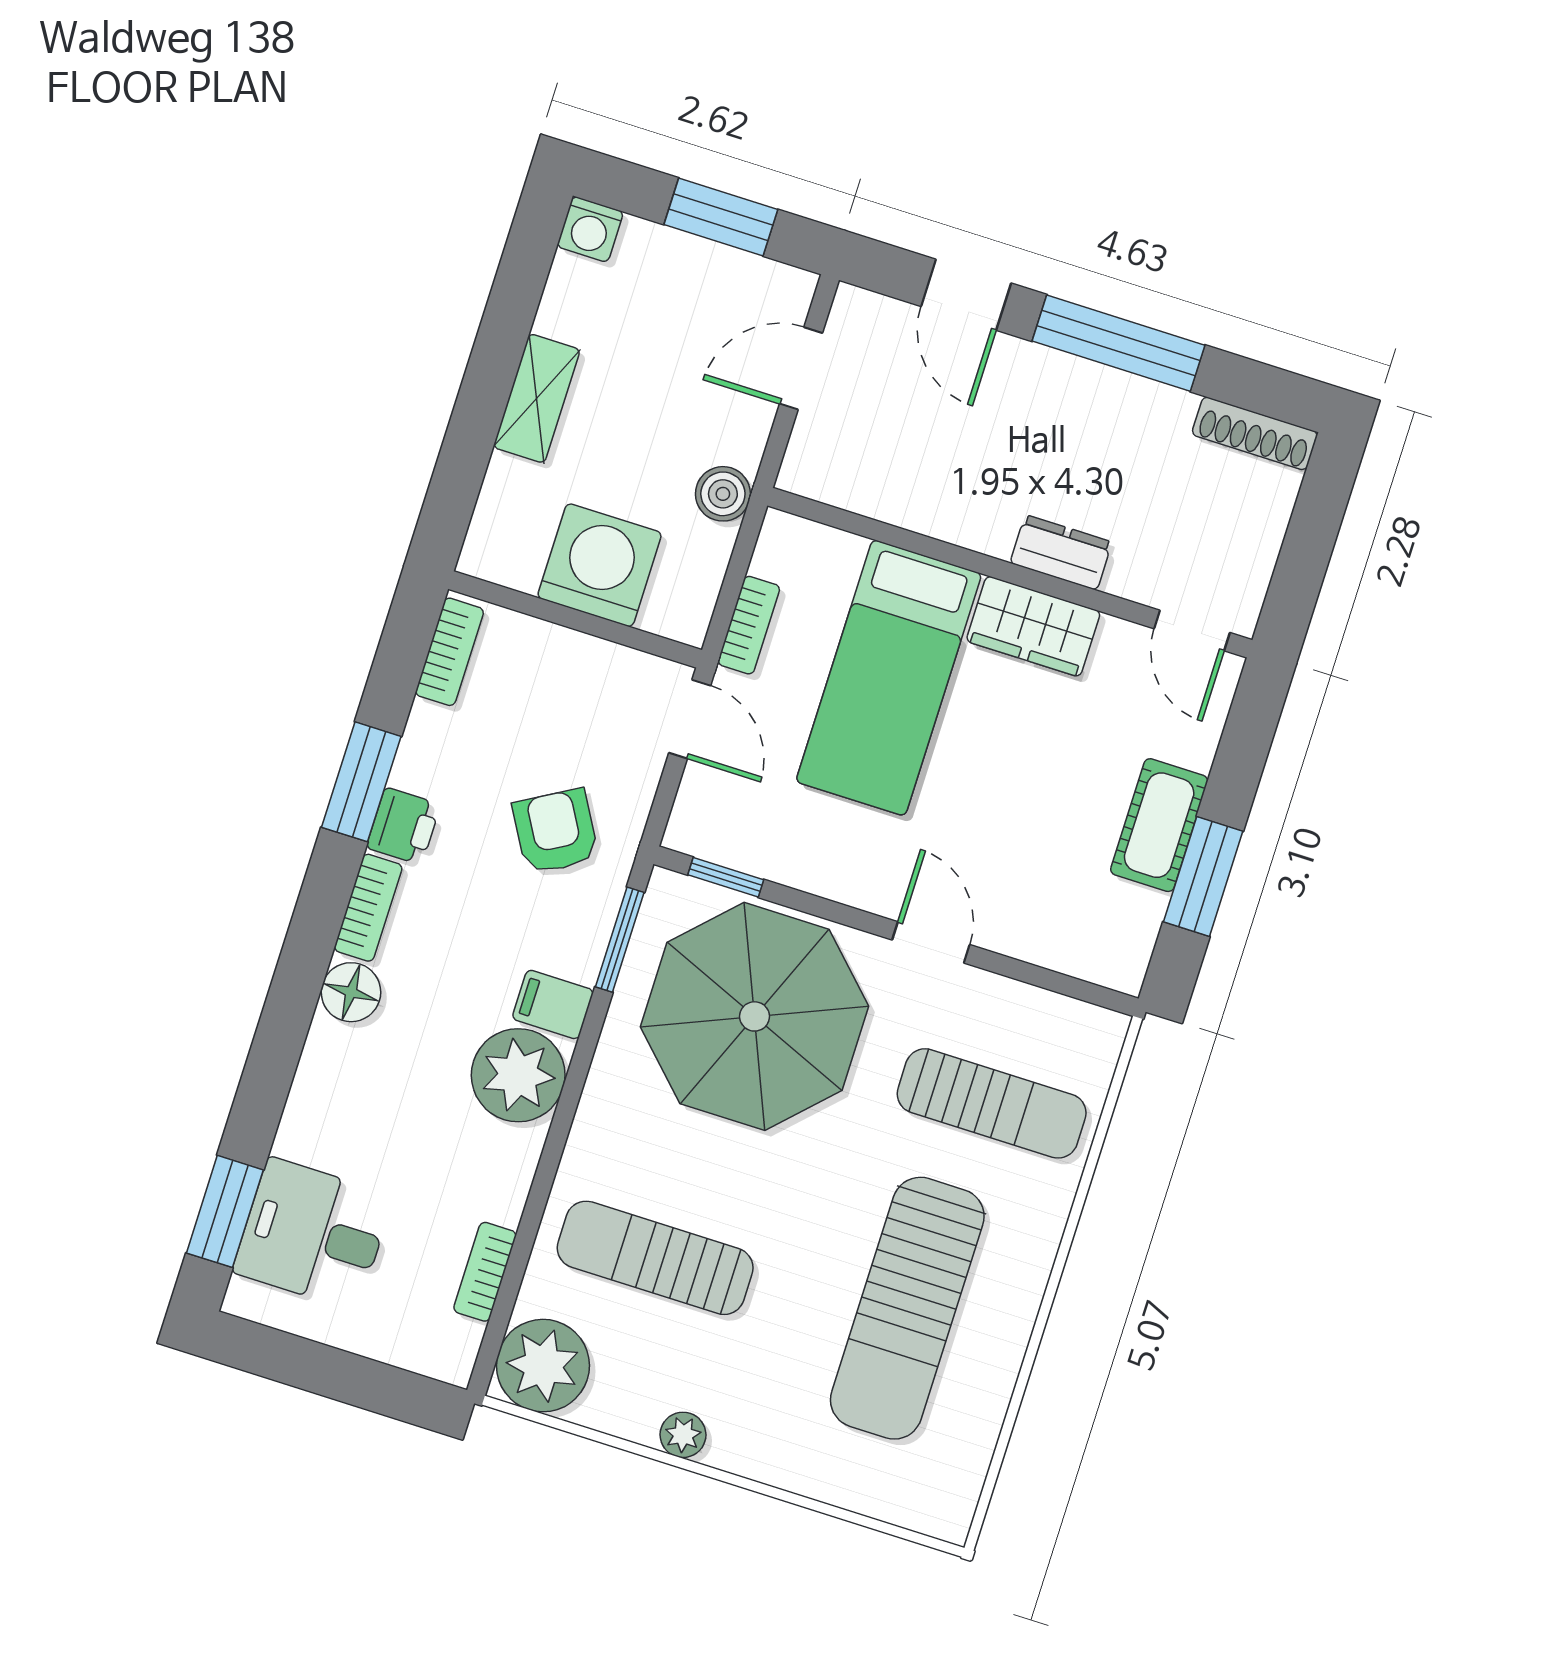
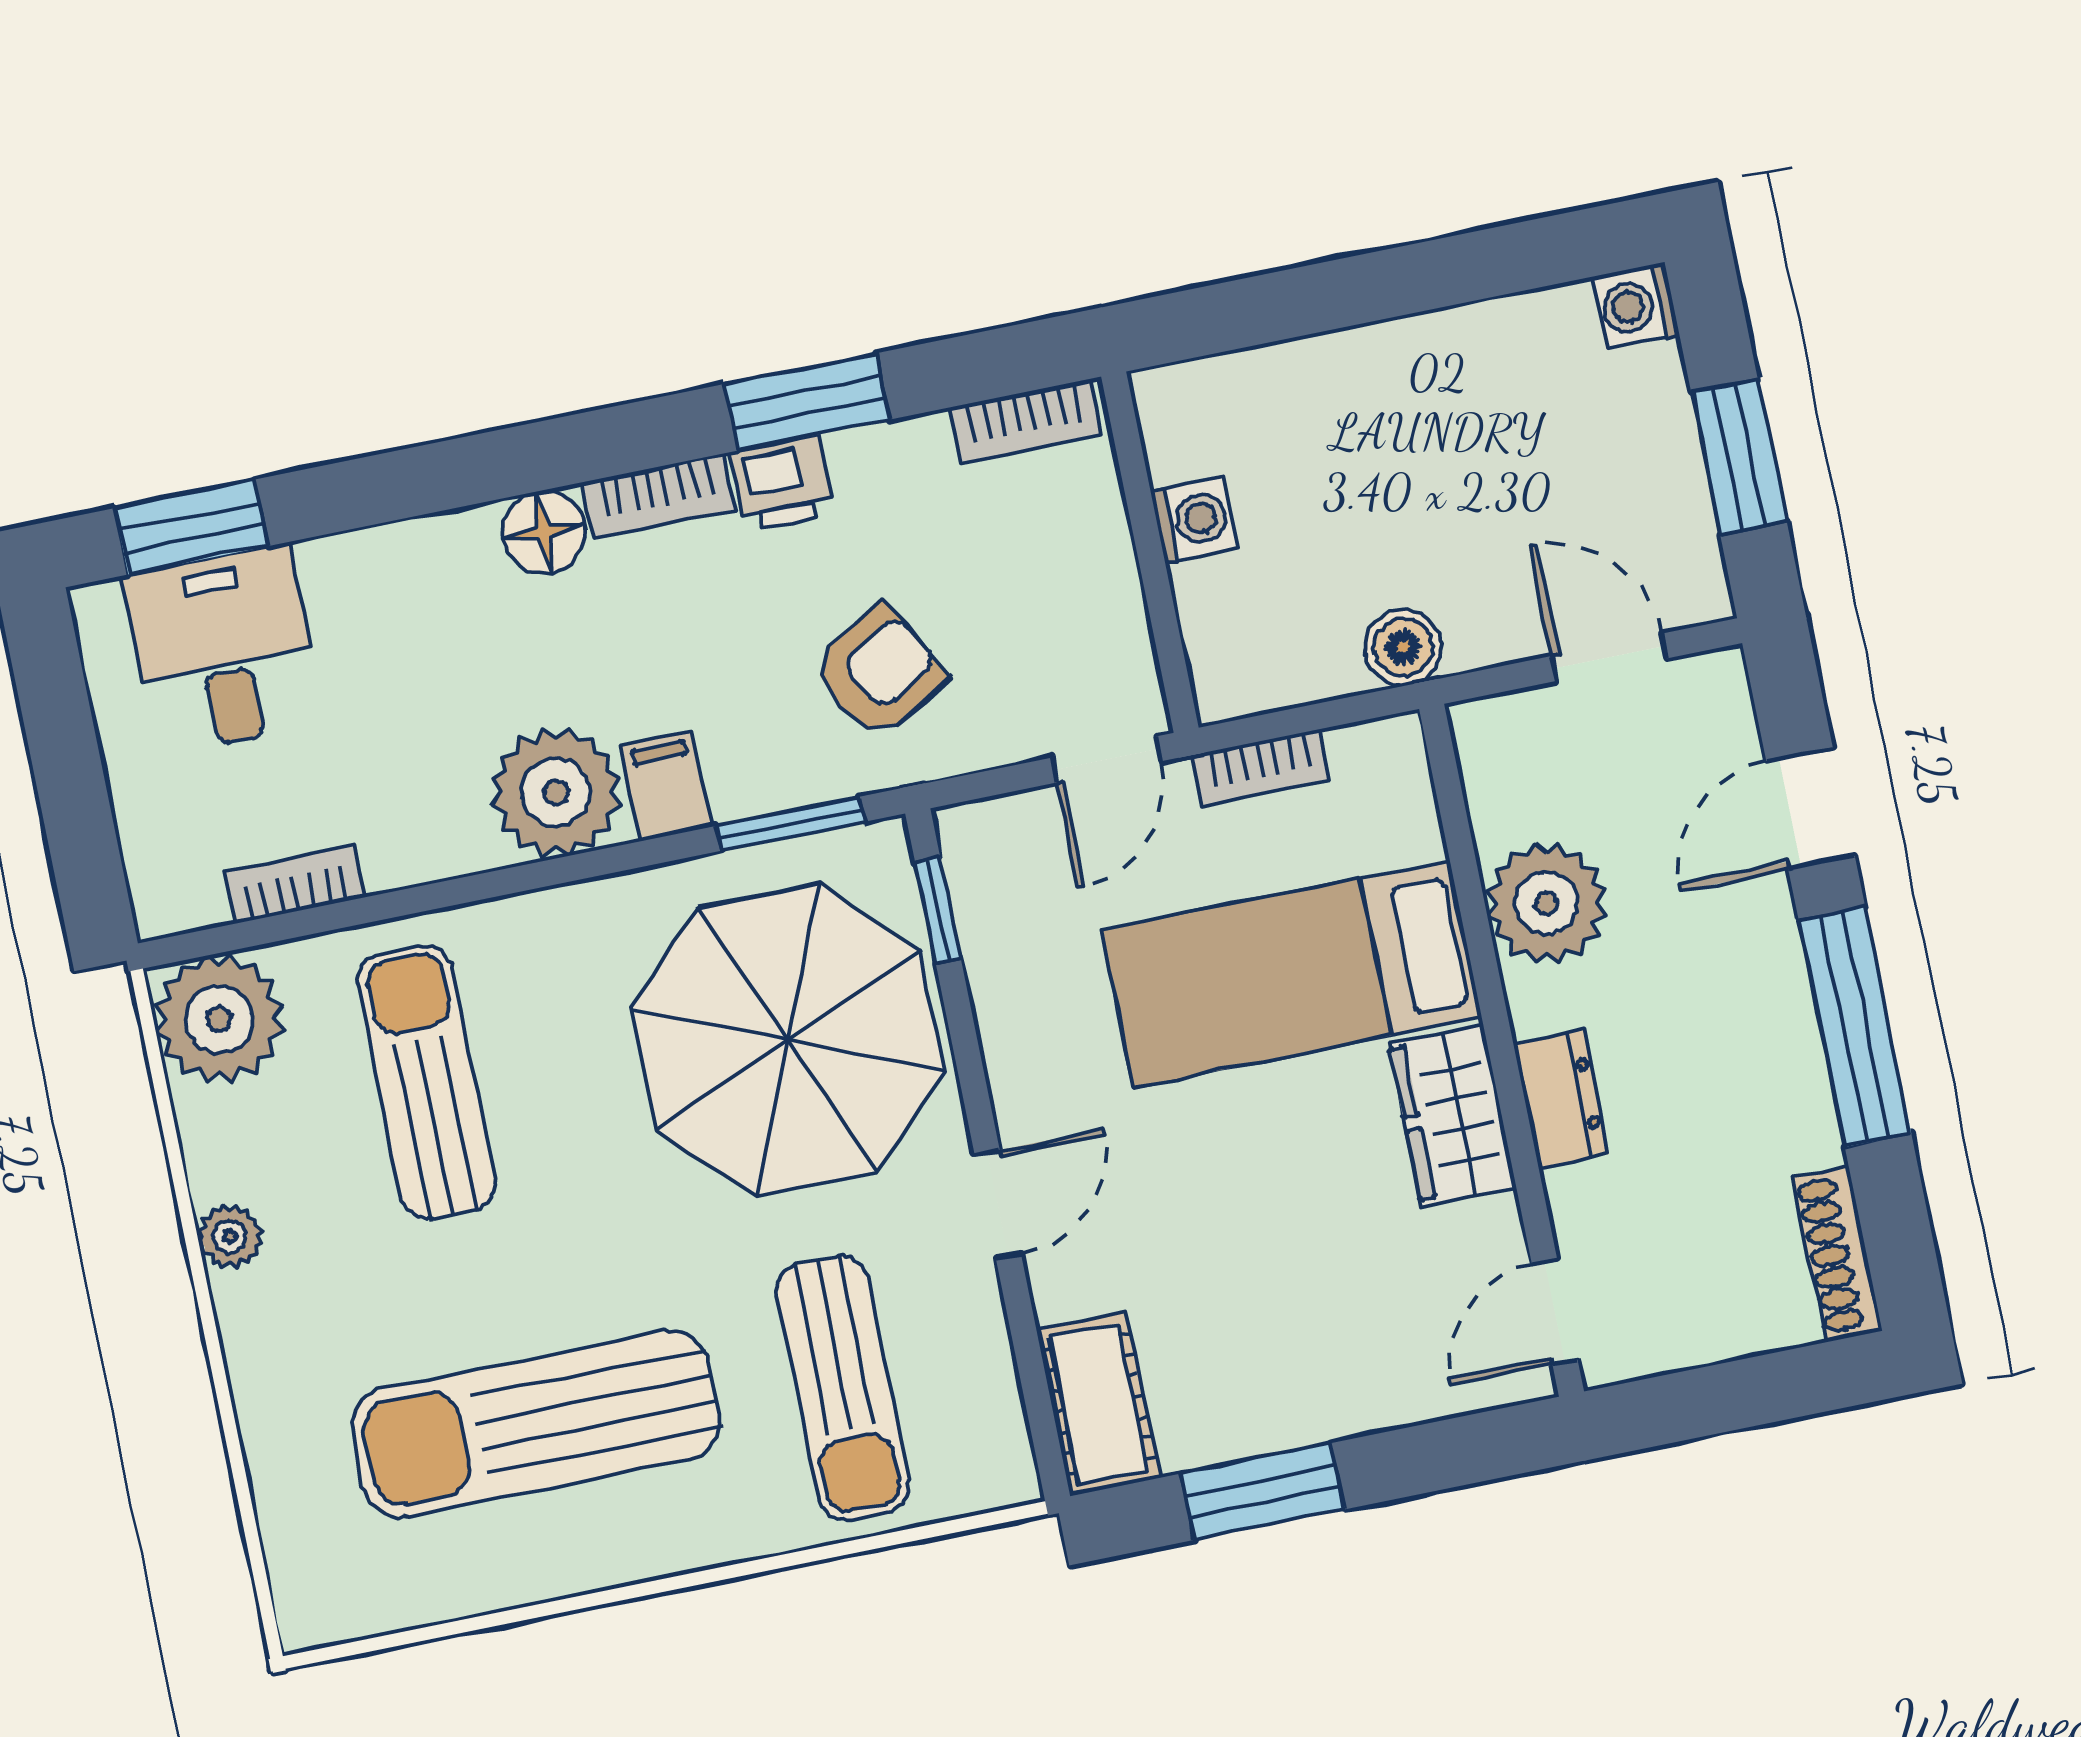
shelving: (537, 398) -> (1393, 356), removed
plant: (933, 493) -> (1546, 903), added
washing machine: (600, 565) -> (1194, 520), width x0.53, depth x0.53
cot: (1159, 825) -> (1098, 1404), moved, turned 90

